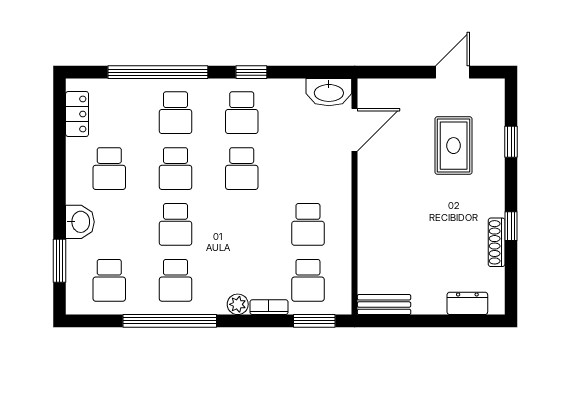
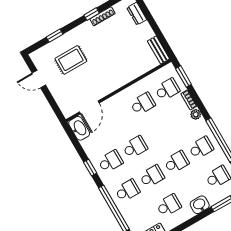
door: (355, 130) -> (89, 107), swing flipped

